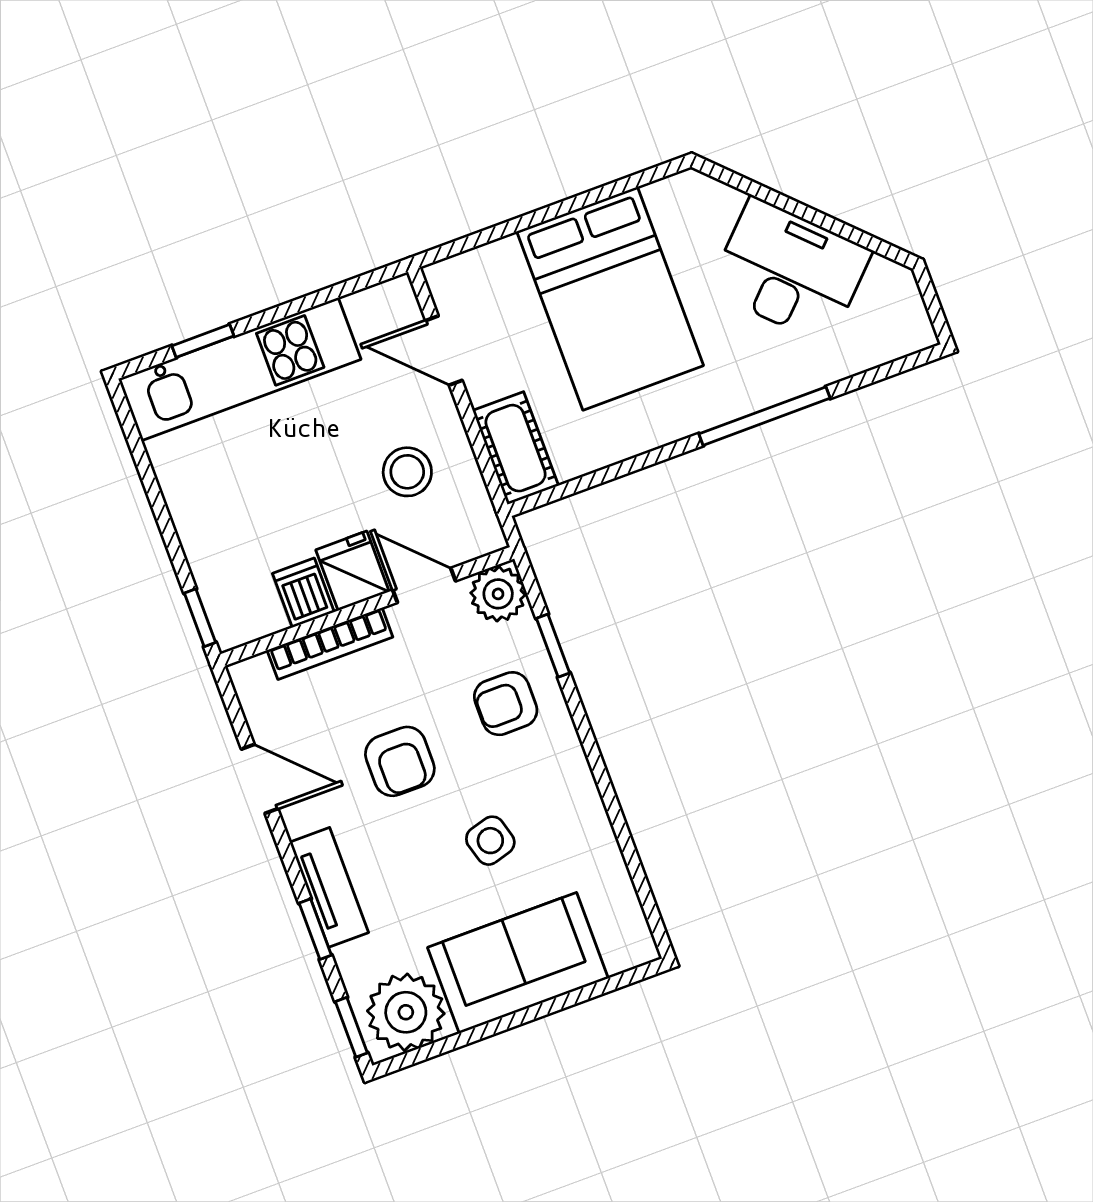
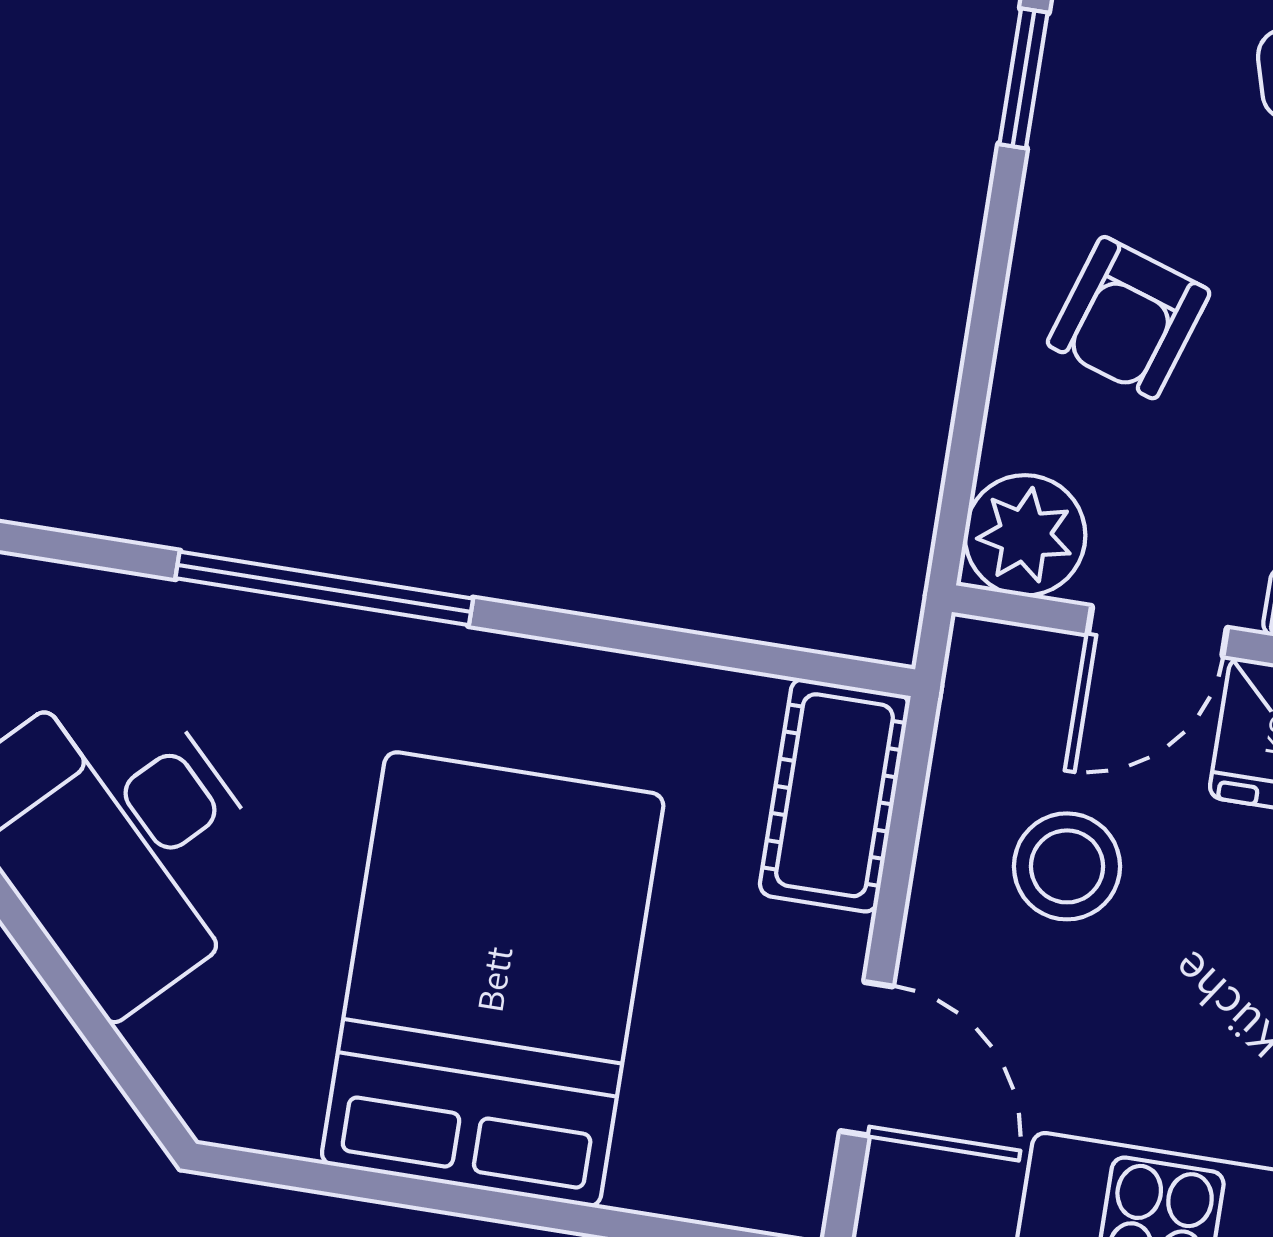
door: (424, 585) -> (1157, 631), hinge flipped
window: (553, 646) -> (1024, 78), moved
armchair: (506, 704) -> (1129, 318), turned 108

